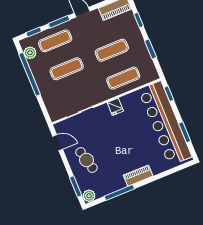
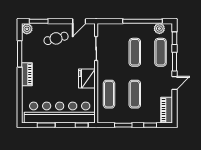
fridge: (115, 107) -> (87, 79), width x1.88, depth x1.34

